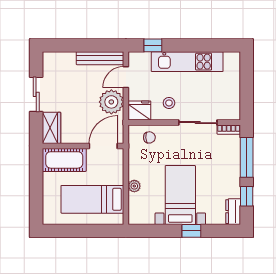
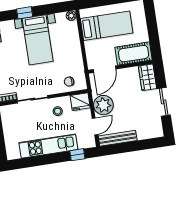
plant: (134, 186) -> (71, 16), moved

